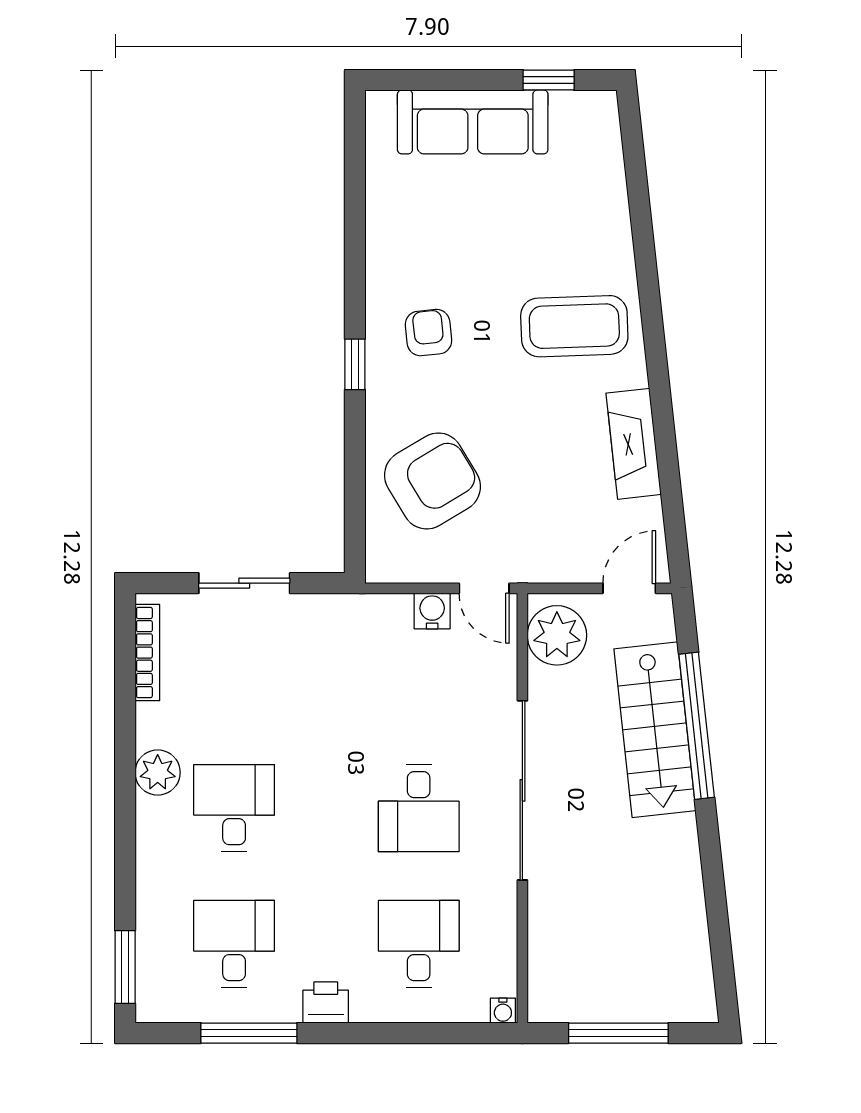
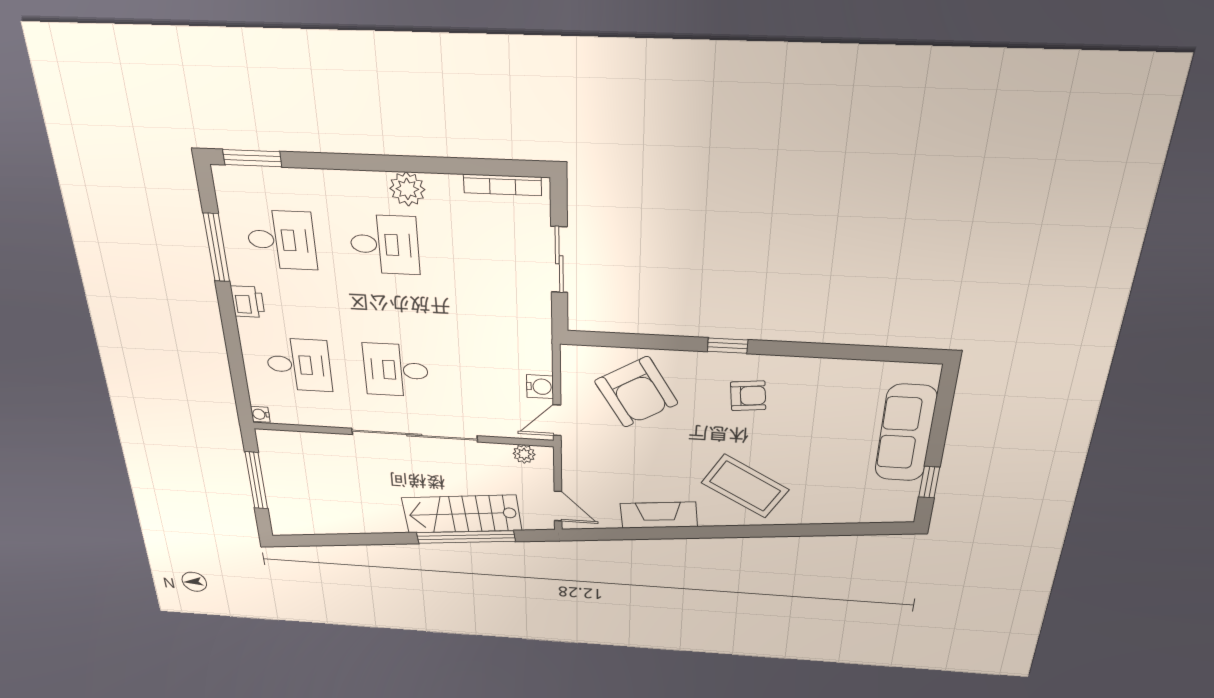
coffee table: (574, 326) -> (745, 486), turned -58
plant: (557, 635) -> (524, 454), width x0.53, depth x0.53

